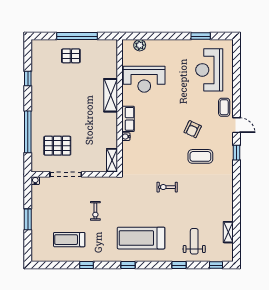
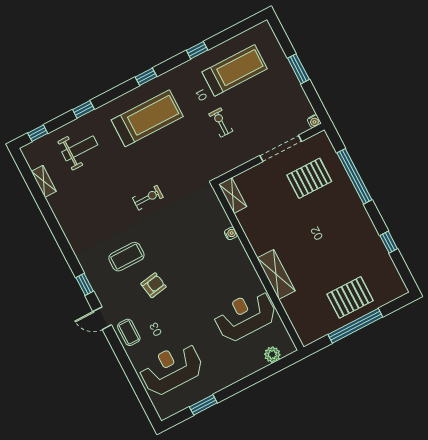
pallet: (71, 56) -> (350, 297), width x1.50, depth x1.42
reception desk: (209, 70) -> (171, 369), turned -90
row of seats: (128, 119) -> (239, 257), removed
armchair: (193, 129) -> (154, 285), turned 55
treadmill: (69, 240) -> (235, 70), width x1.37, depth x1.38
weight bench: (194, 241) -> (80, 148), turned -90

